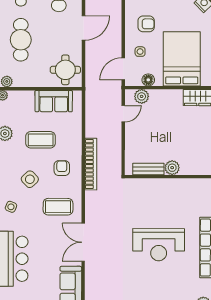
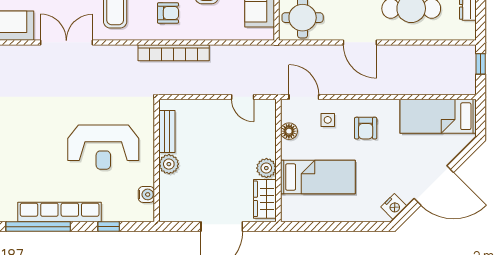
bed: (182, 59) -> (318, 177), width x0.67
plant: (142, 96) -> (266, 168), moved
water cooler: (194, 184) -> (146, 194), added
reception desk: (159, 245) -> (103, 147), moved, turned -90

